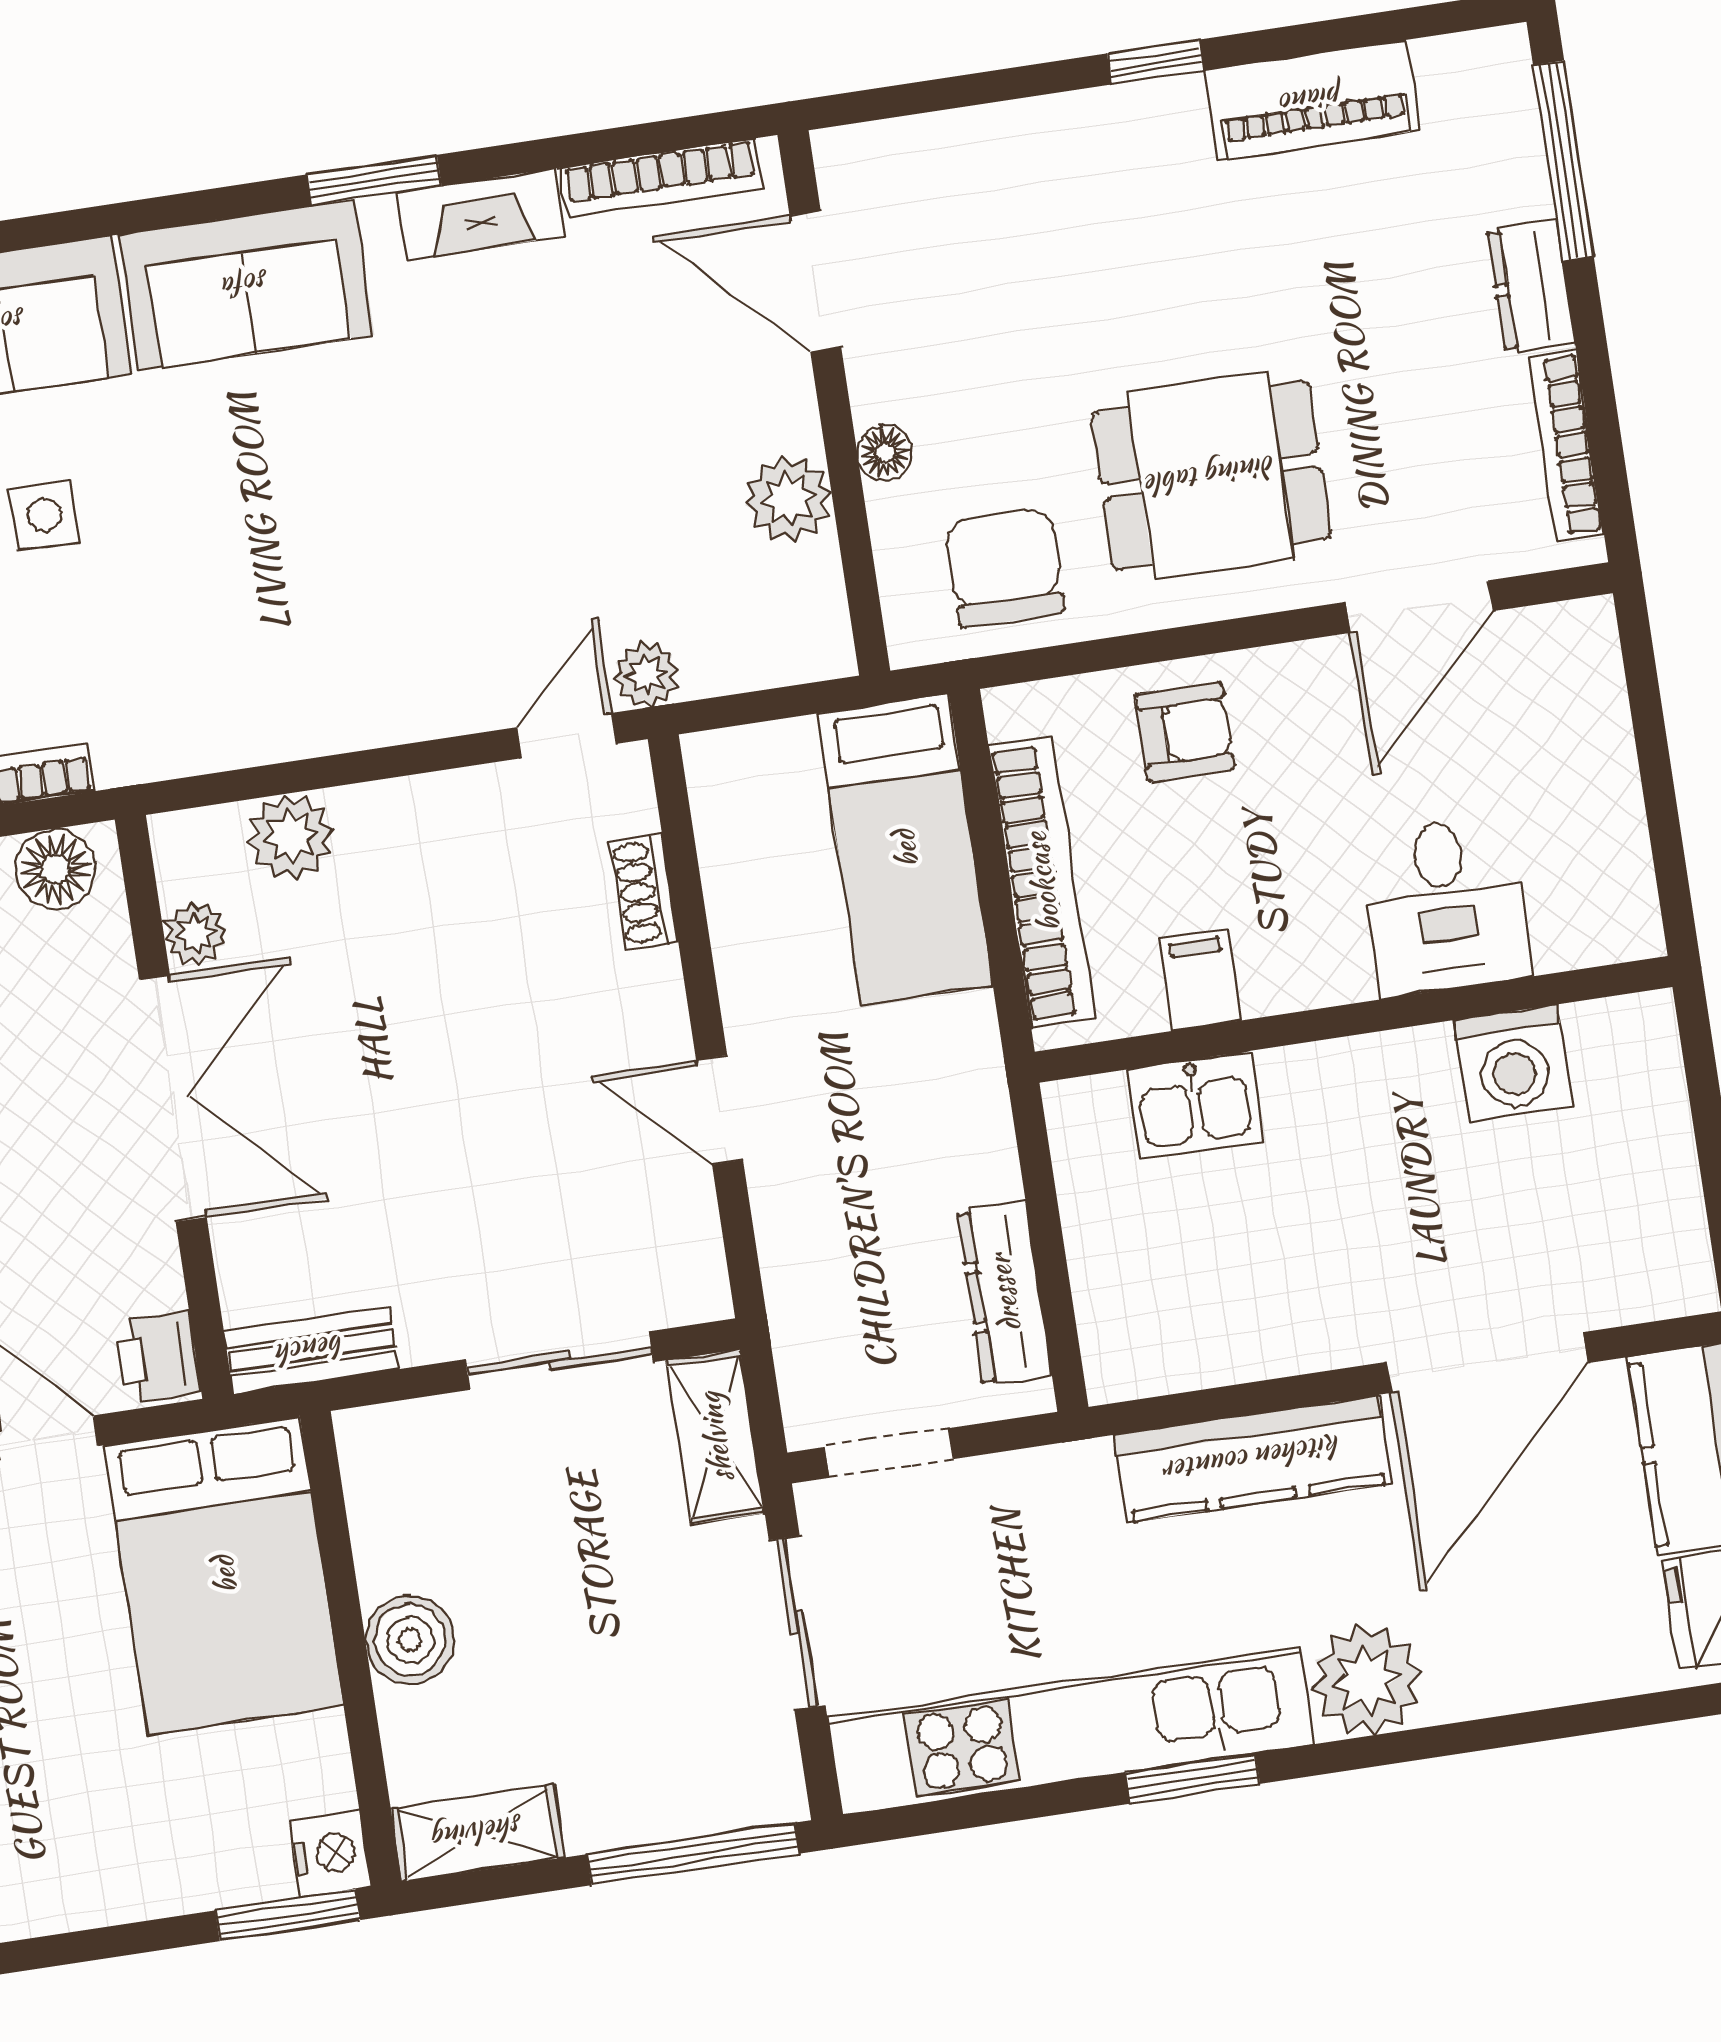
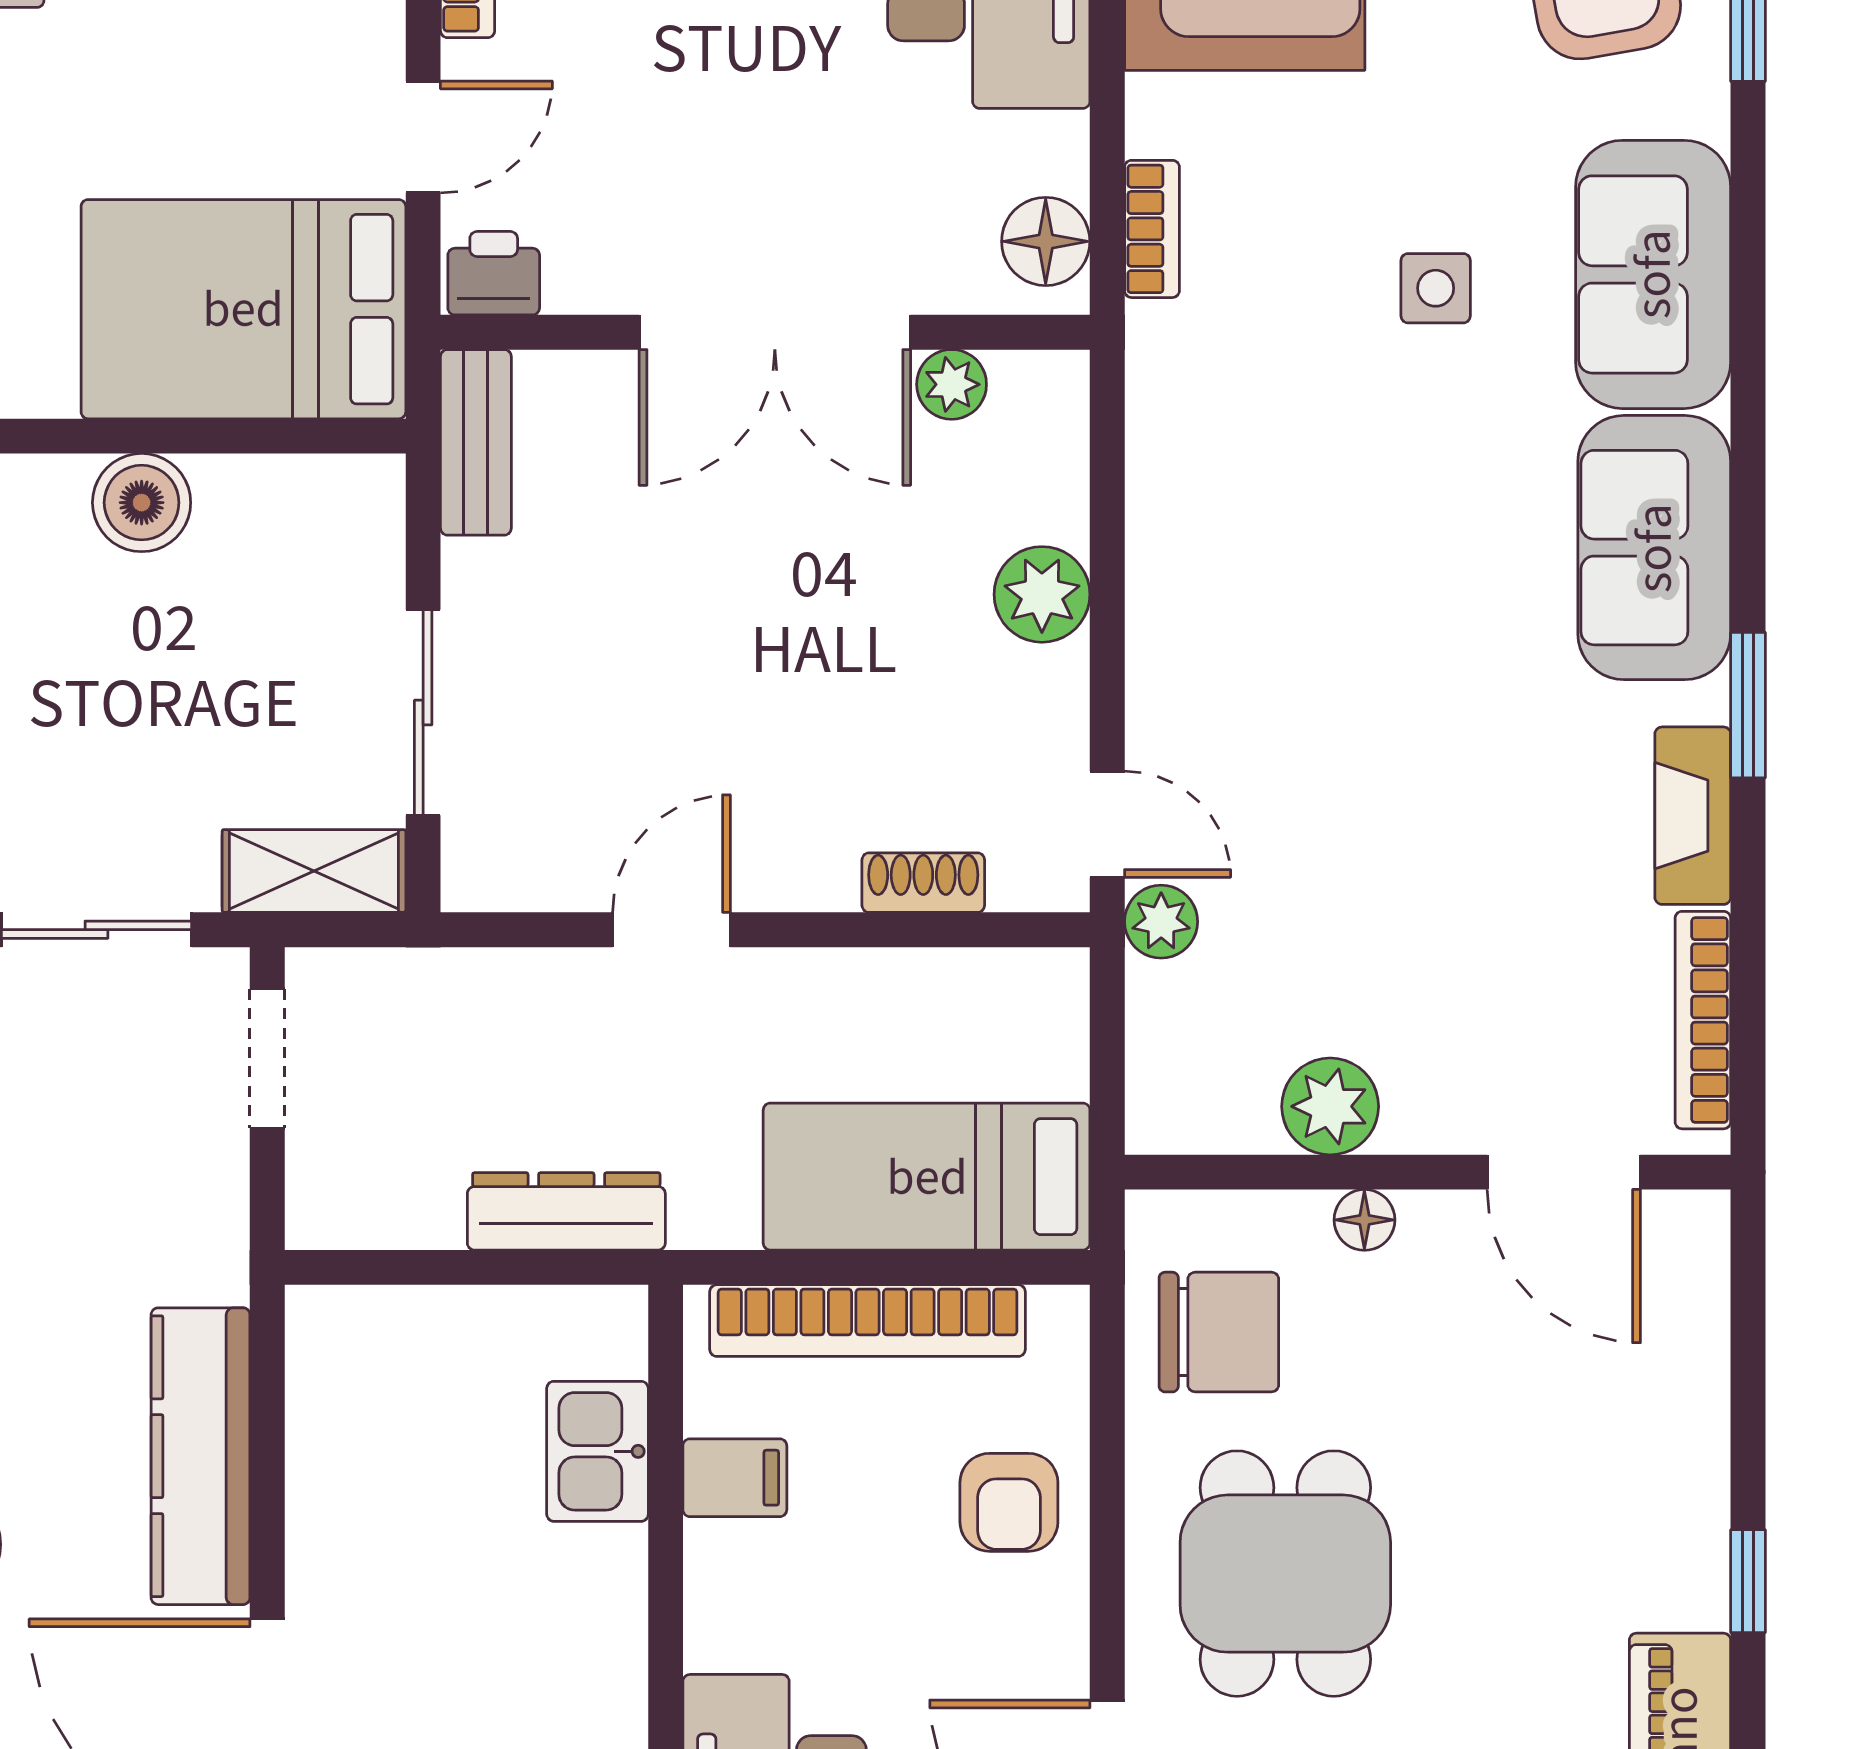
door: (815, 281) -> (1564, 1172), swing flipped
plant: (290, 837) -> (1042, 594), moved
dresser: (1004, 1293) -> (566, 1211), moved

